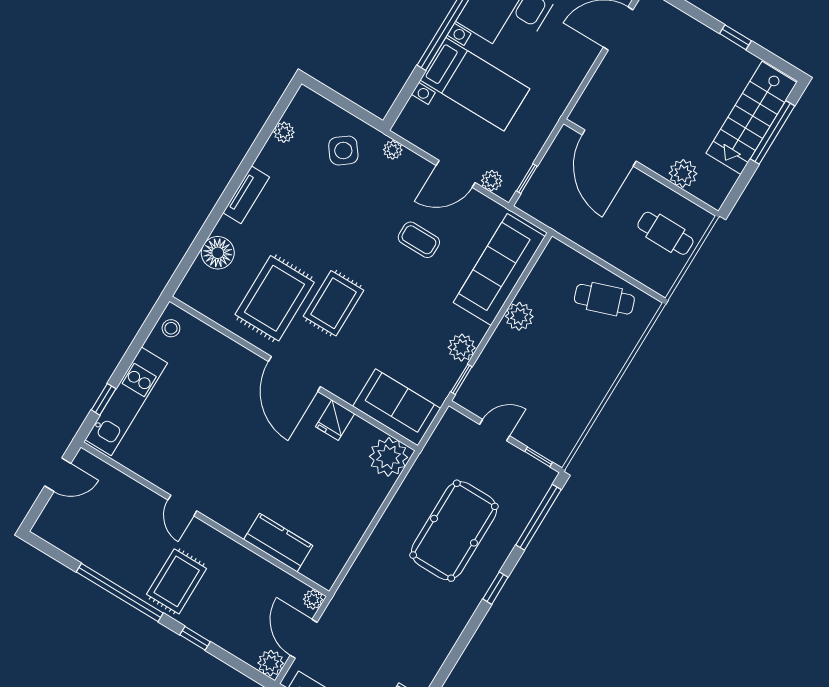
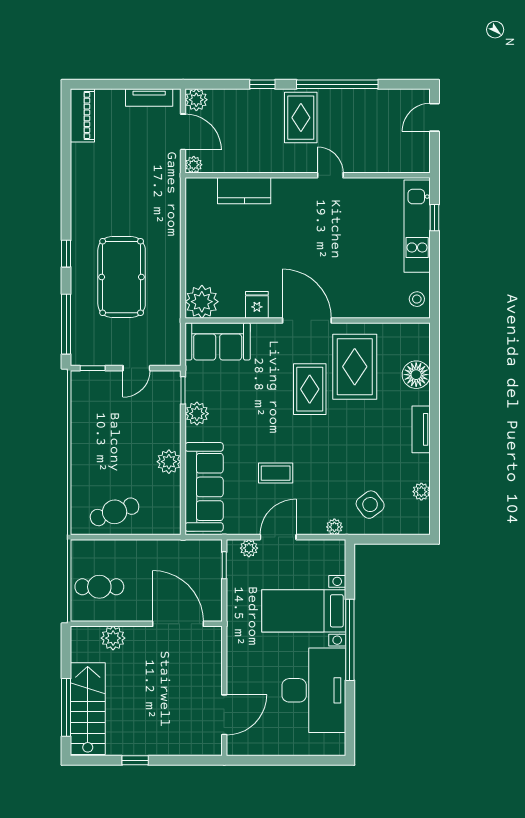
door: (58, 475) -> (434, 117), moved

